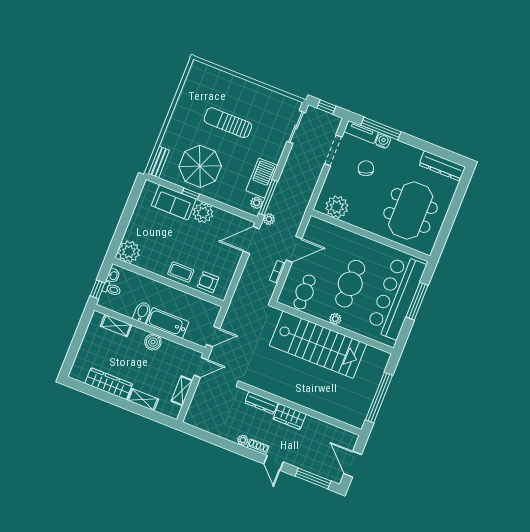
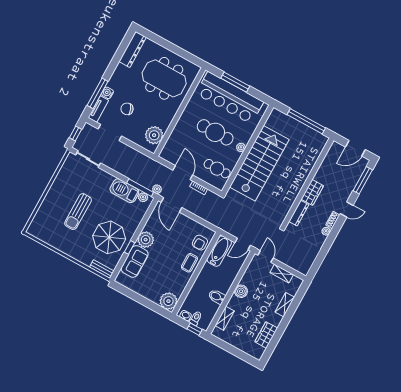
bathtub: (168, 323) -> (219, 251), moved, turned 180
door: (213, 337) -> (243, 244), swing flipped
wardrobe: (109, 384) -> (266, 335), width x0.67

